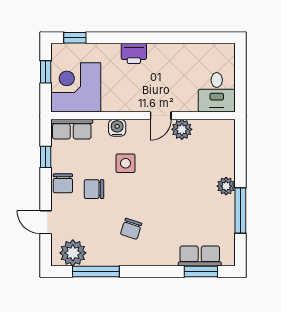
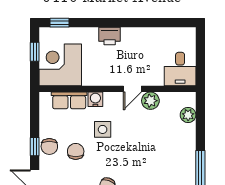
row of seats: (72, 129) -> (69, 100), moved
window: (46, 157) -> (35, 147), moved
plant: (226, 186) -> (188, 115), moved
chair: (94, 189) -> (76, 151), turned 90

